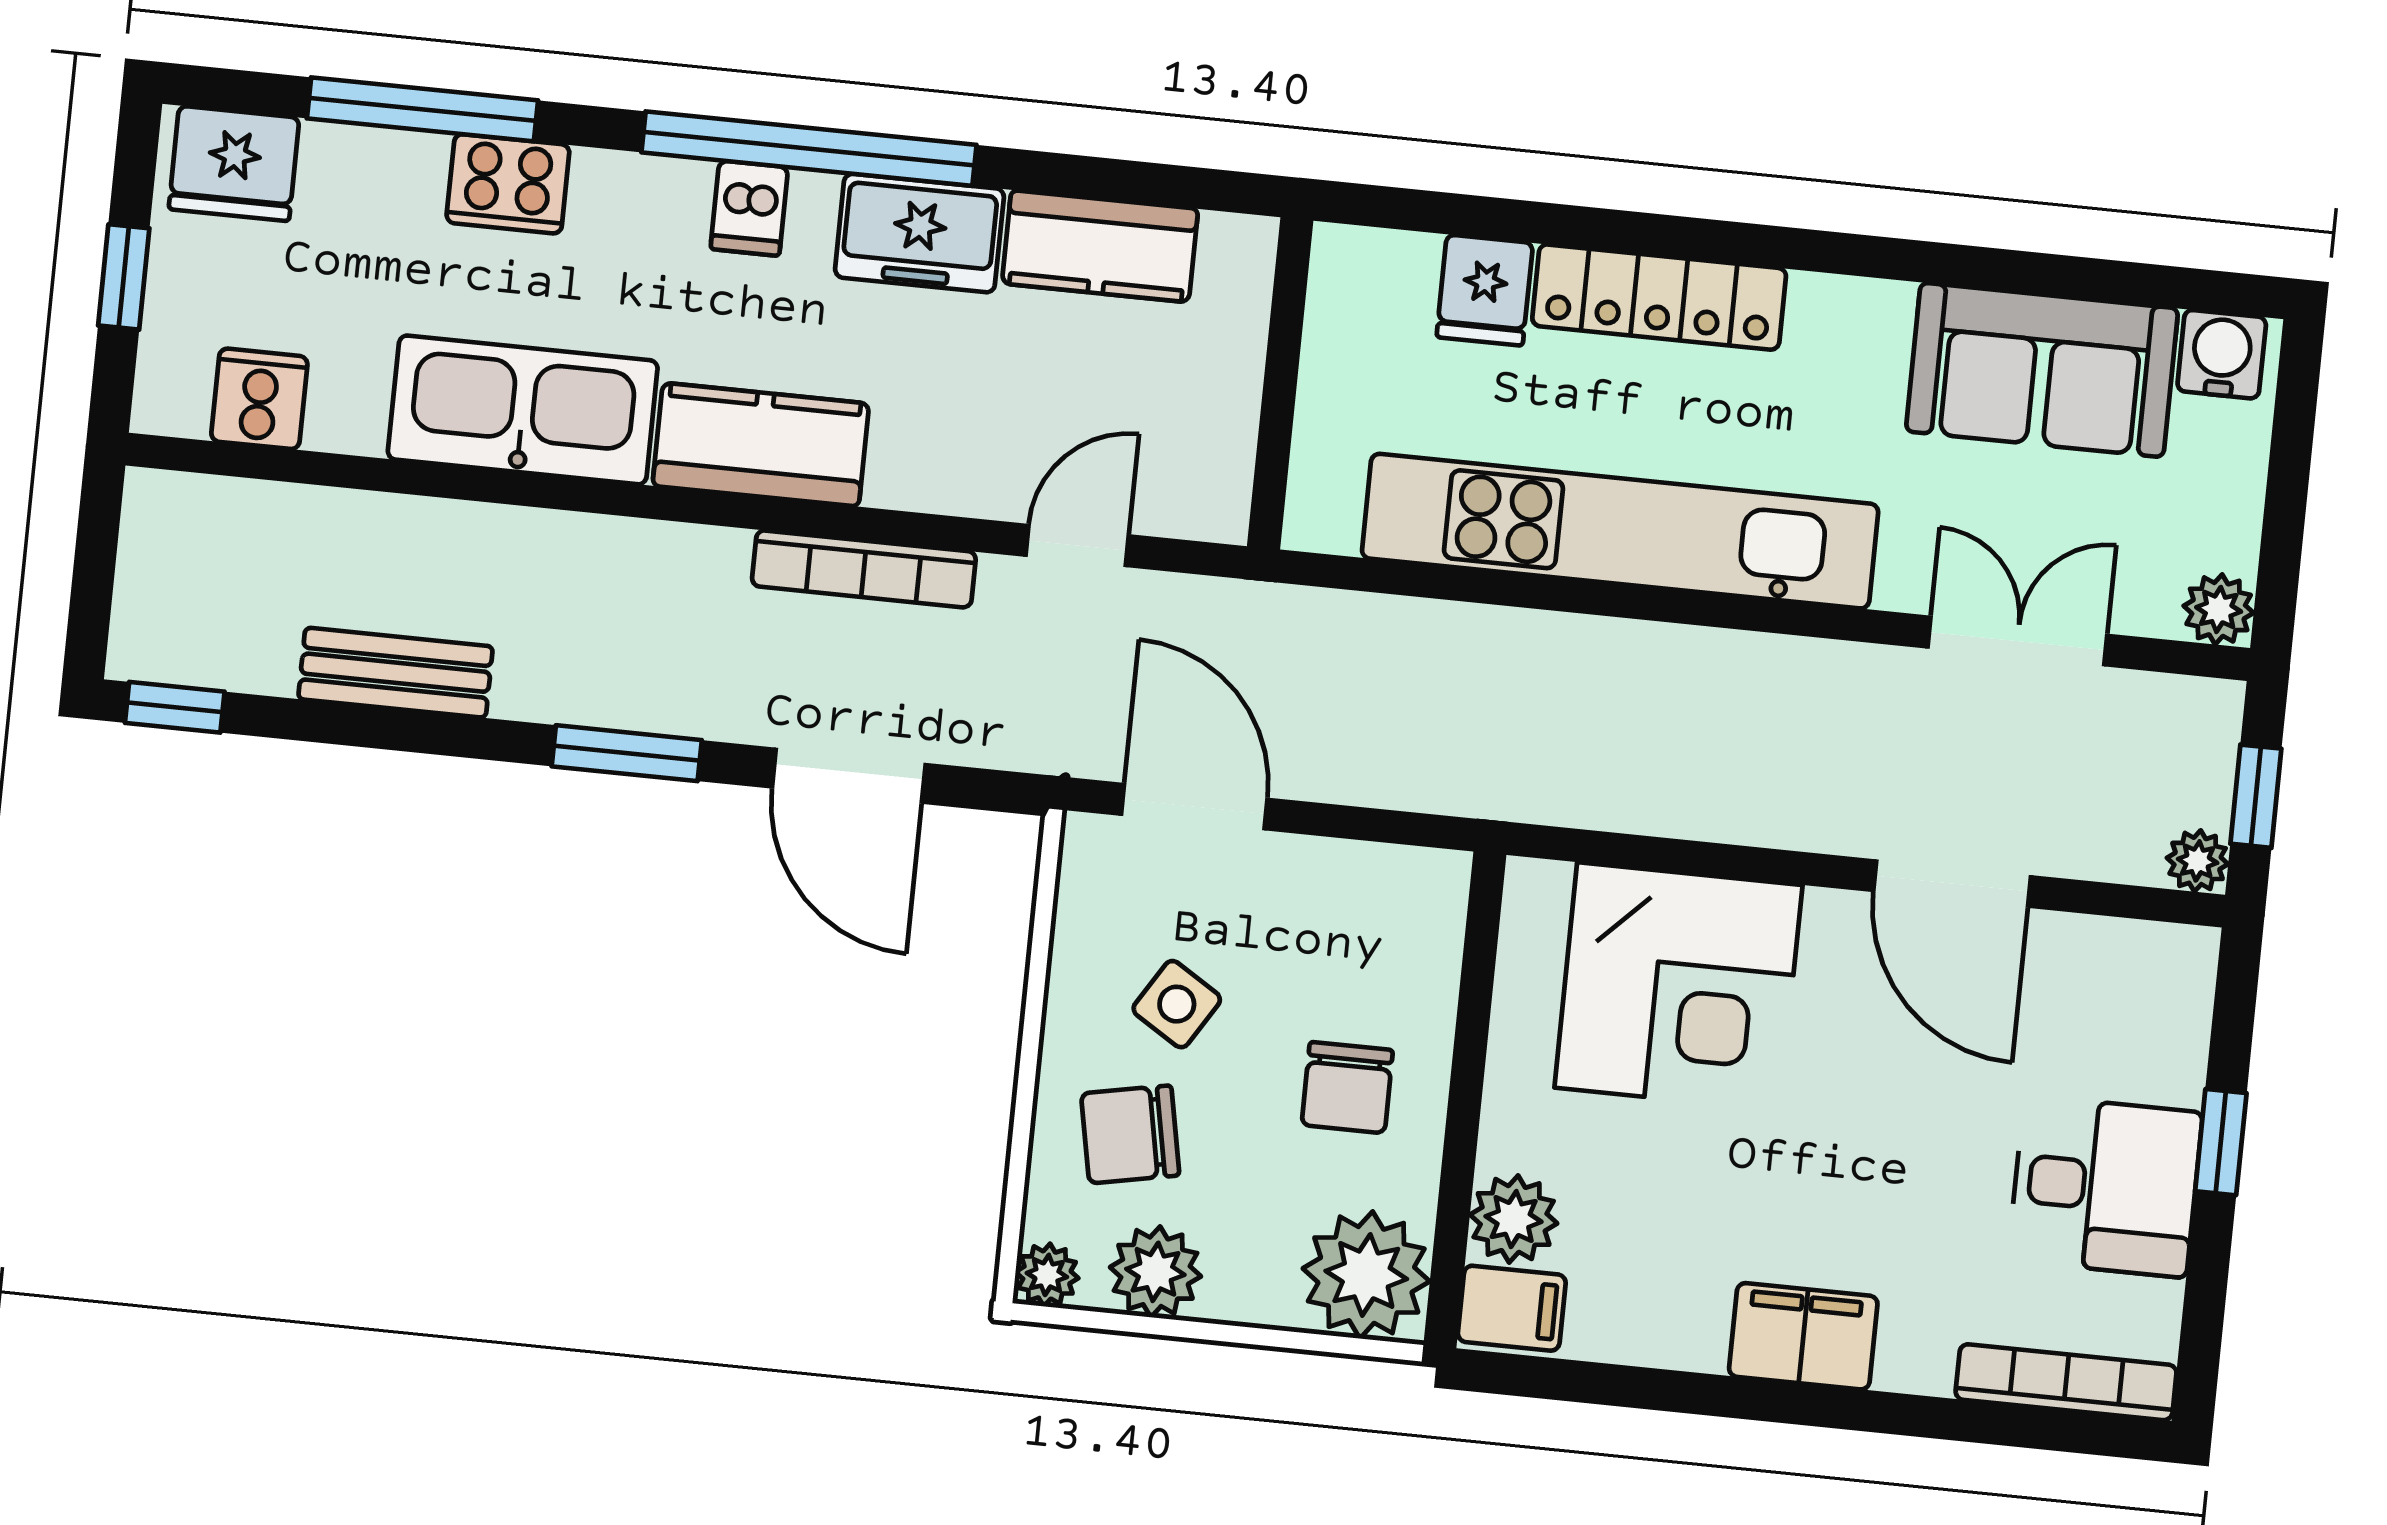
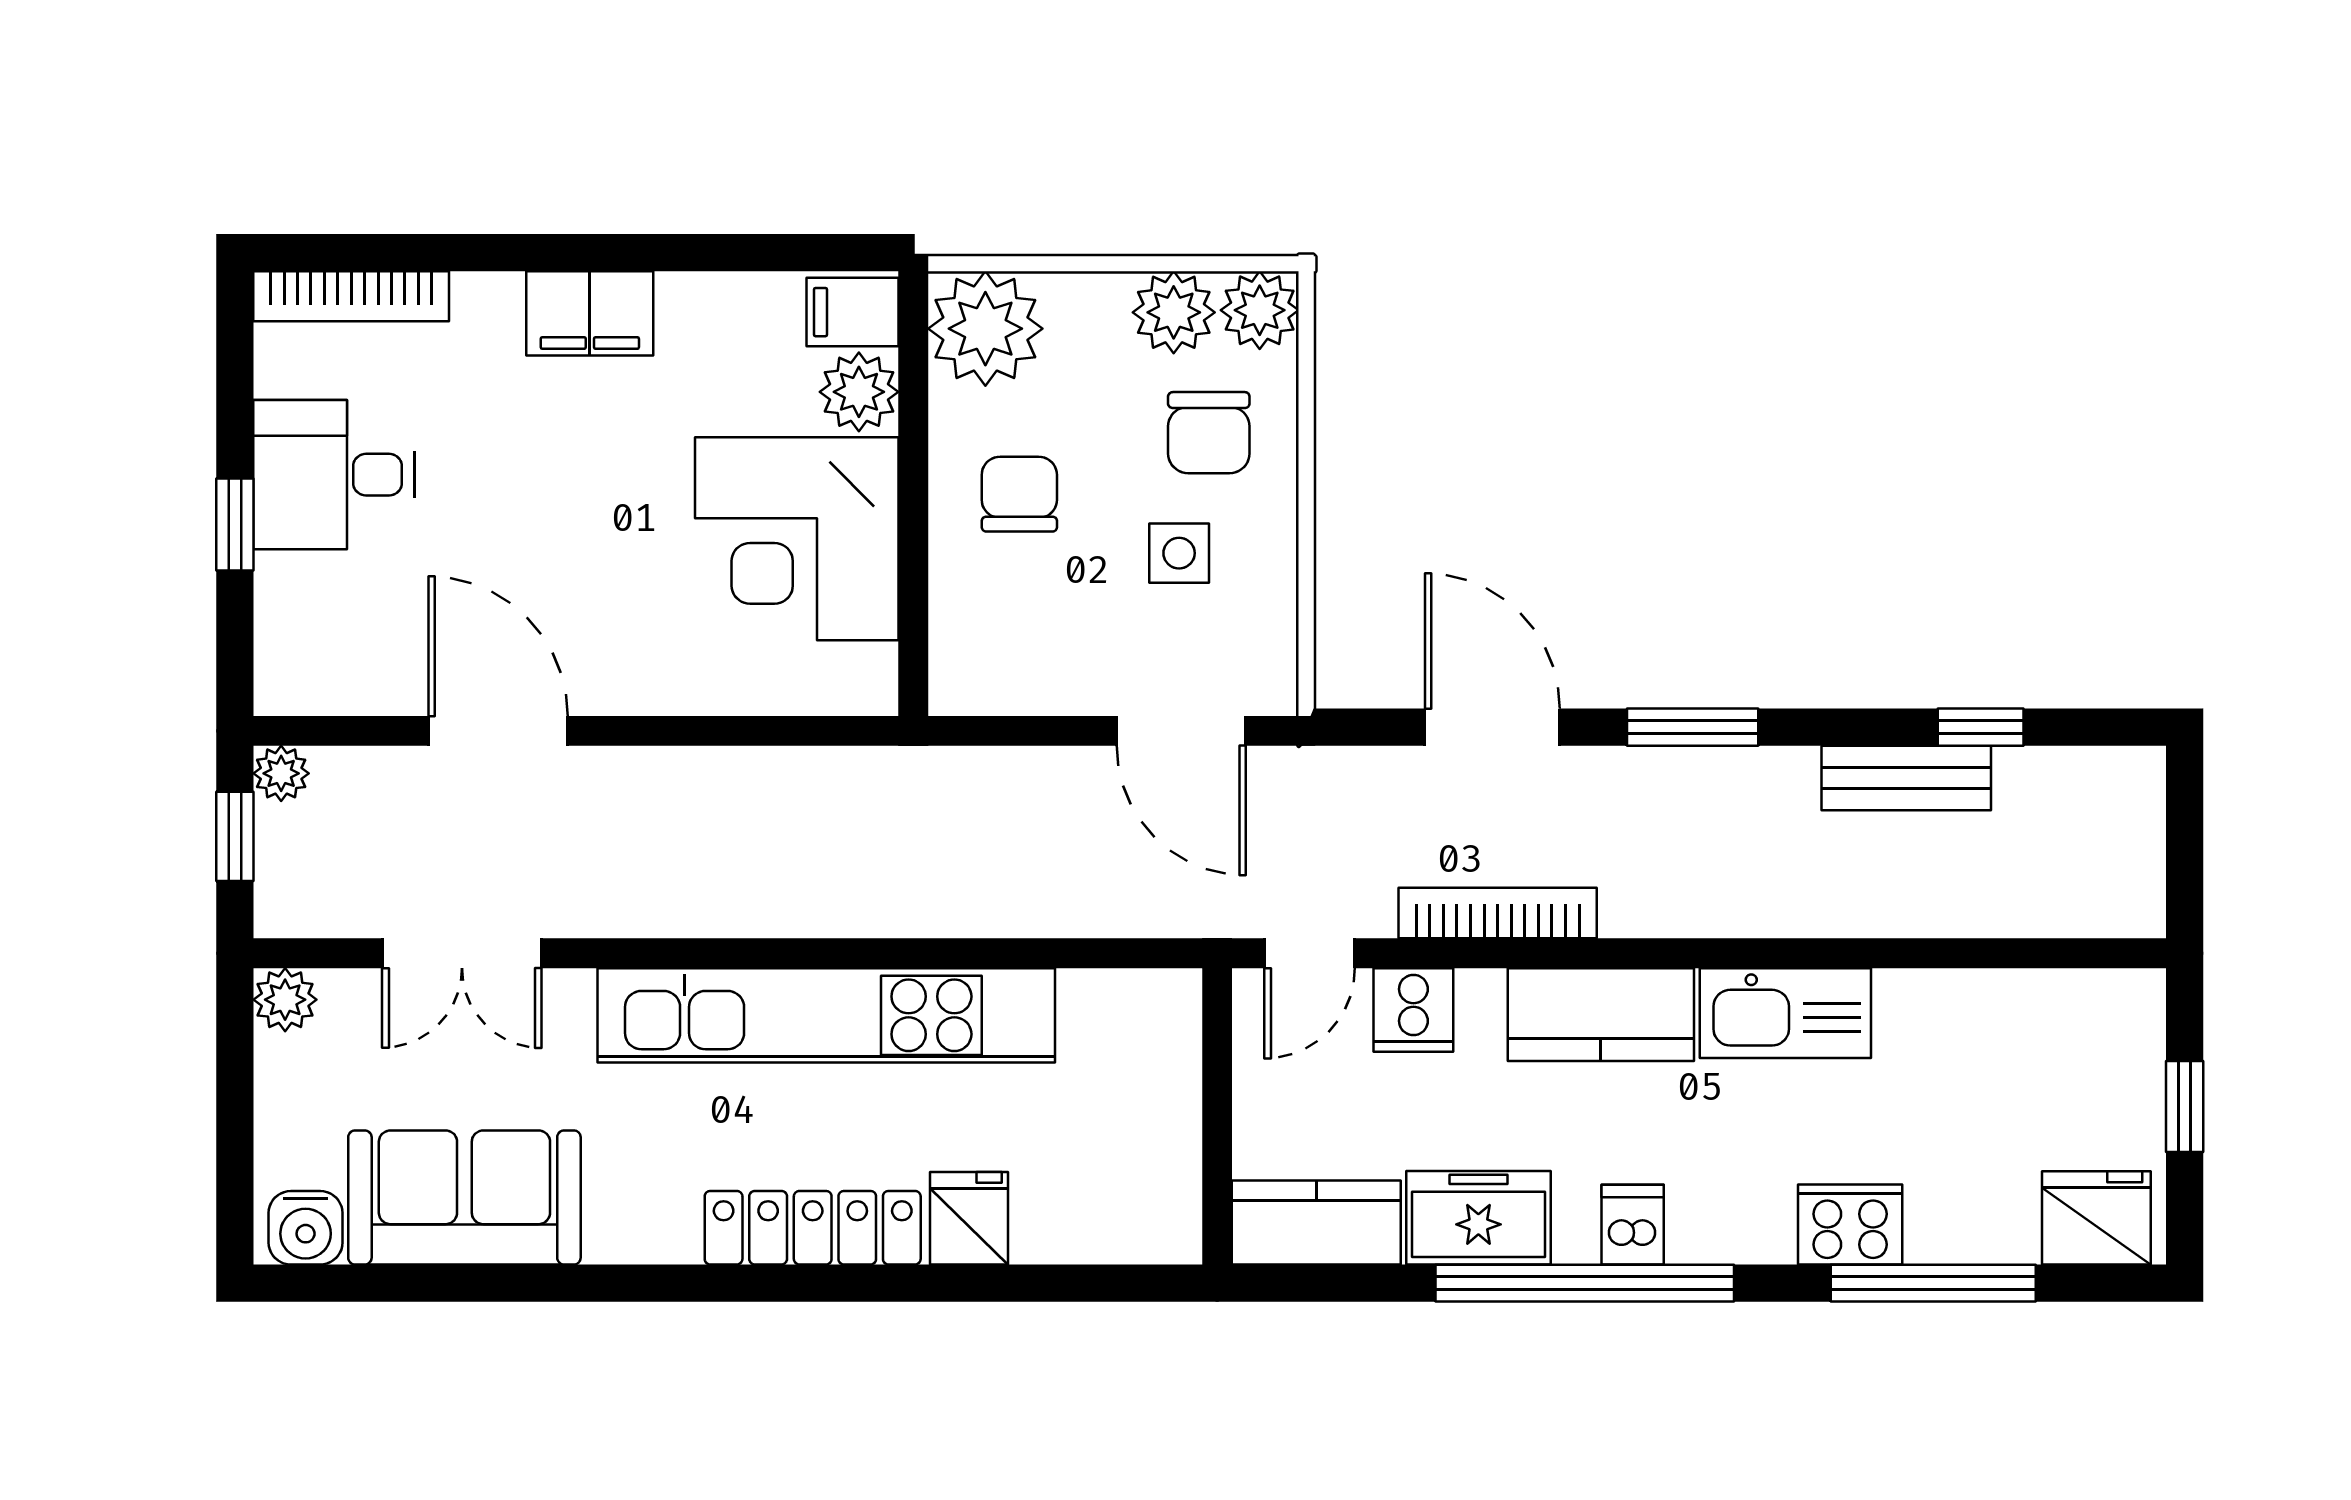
wall: (1280, 383) -> (1217, 1116), moved
cooker: (259, 399) -> (1413, 1010), moved
kitchen sink: (523, 410) -> (1785, 1013), width x0.73, depth x0.81
window: (175, 707) -> (1981, 727), moved
corner desk: (1678, 986) -> (797, 539), moved, turned -90
side table: (1177, 1004) -> (1179, 553), turned -32
chair: (1130, 1134) -> (1209, 433), turned 101
plant: (1047, 1275) -> (1260, 310), width x1.38, depth x1.38

